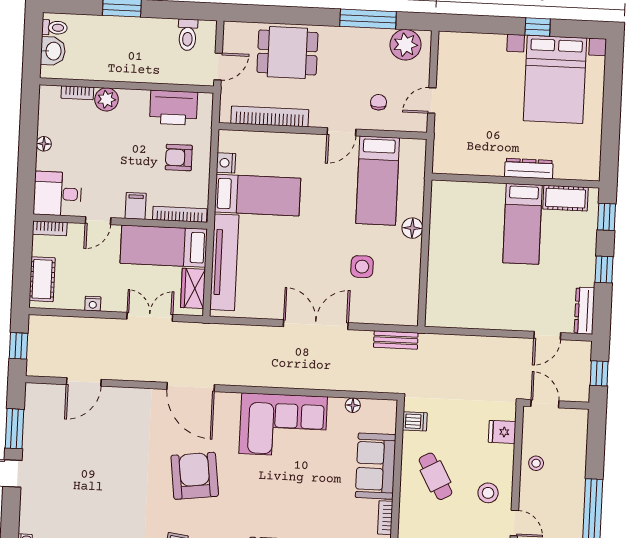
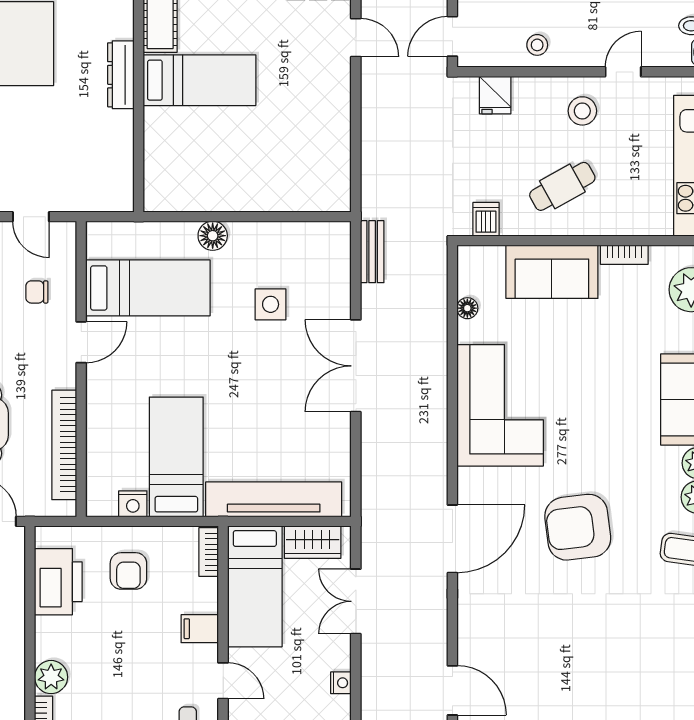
door: (342, 132) -> (81, 342), hinge flipped
bookcase: (180, 214) -> (209, 552), width x0.64

